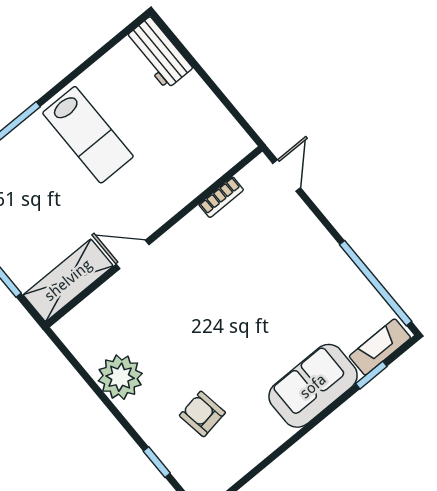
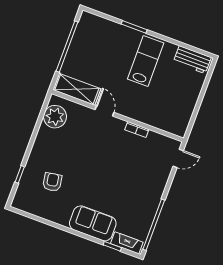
workbench: (158, 53) -> (192, 60), moved, turned -90
lab bench: (88, 135) -> (146, 61), turned 180
bookcase: (221, 197) -> (137, 130), moved
plant: (120, 377) -> (55, 117), moved

